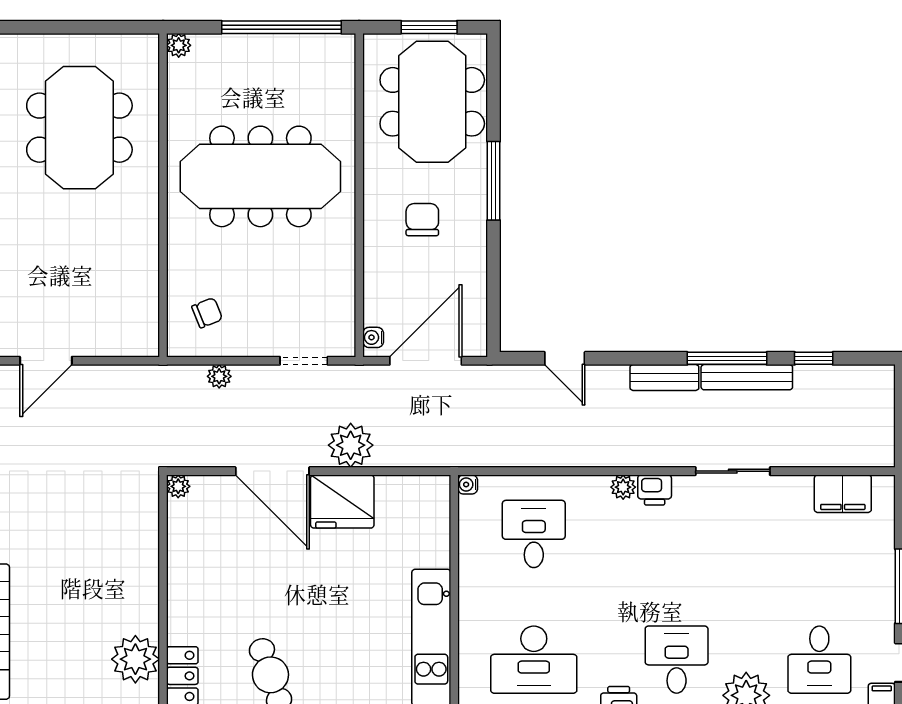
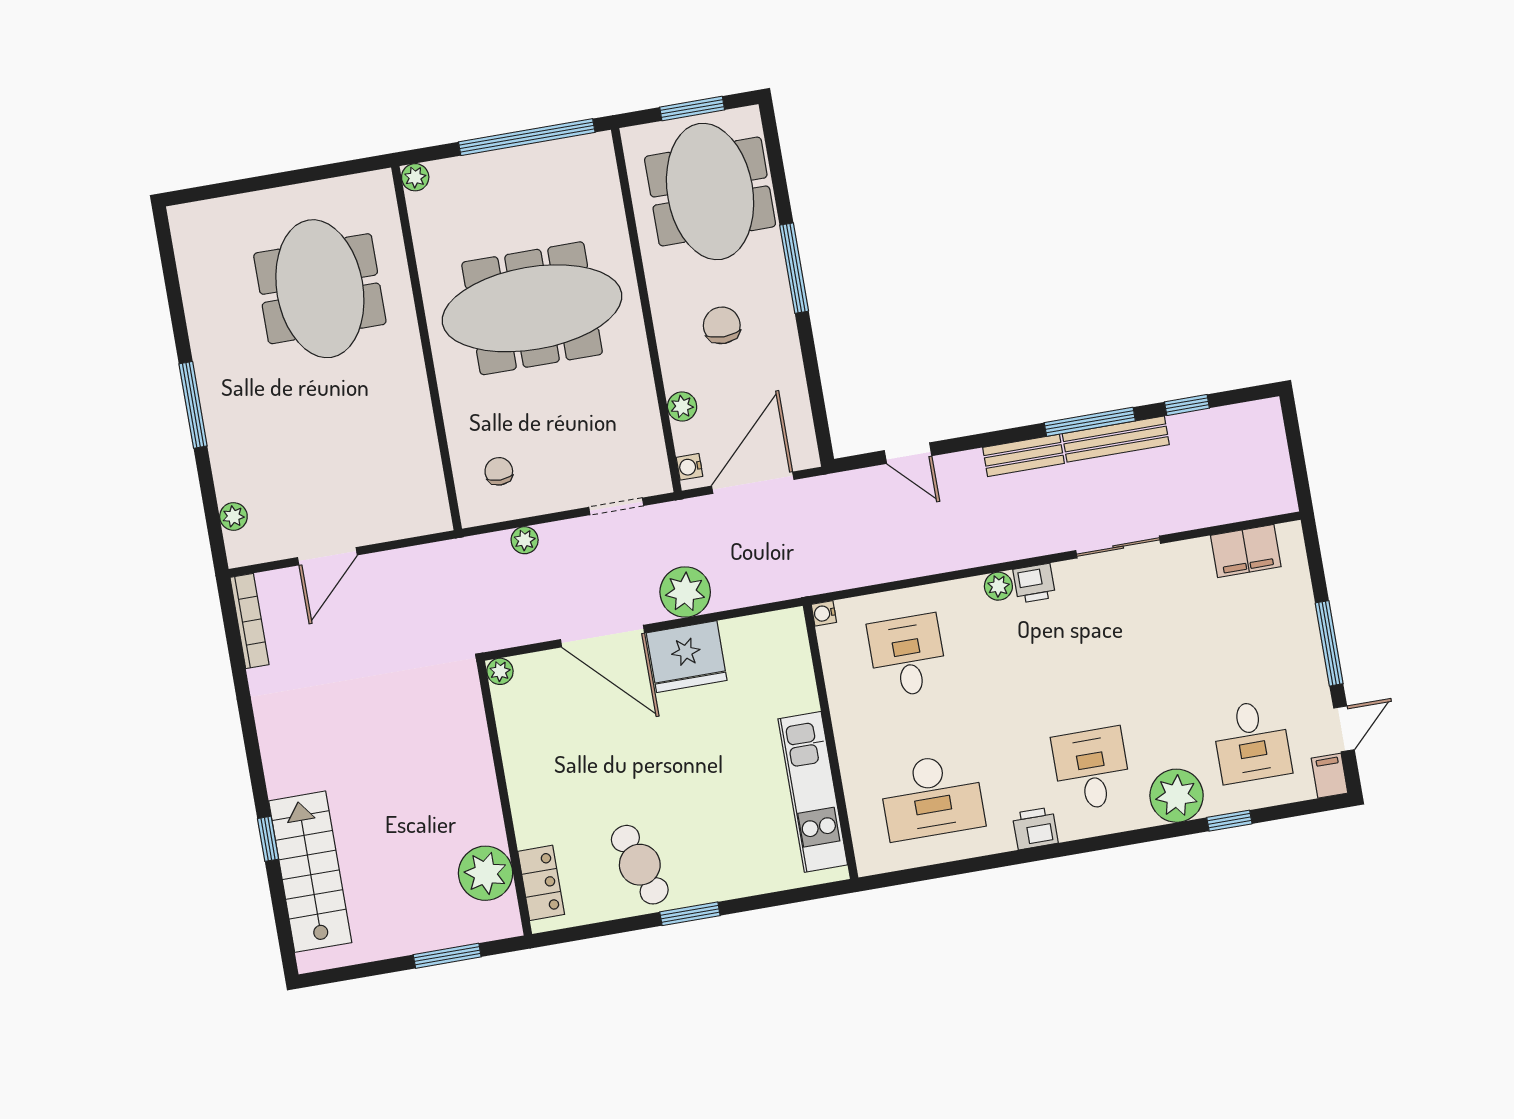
plant: (376, 284) -> (682, 407), added
chair: (207, 313) -> (499, 471), turned -68

